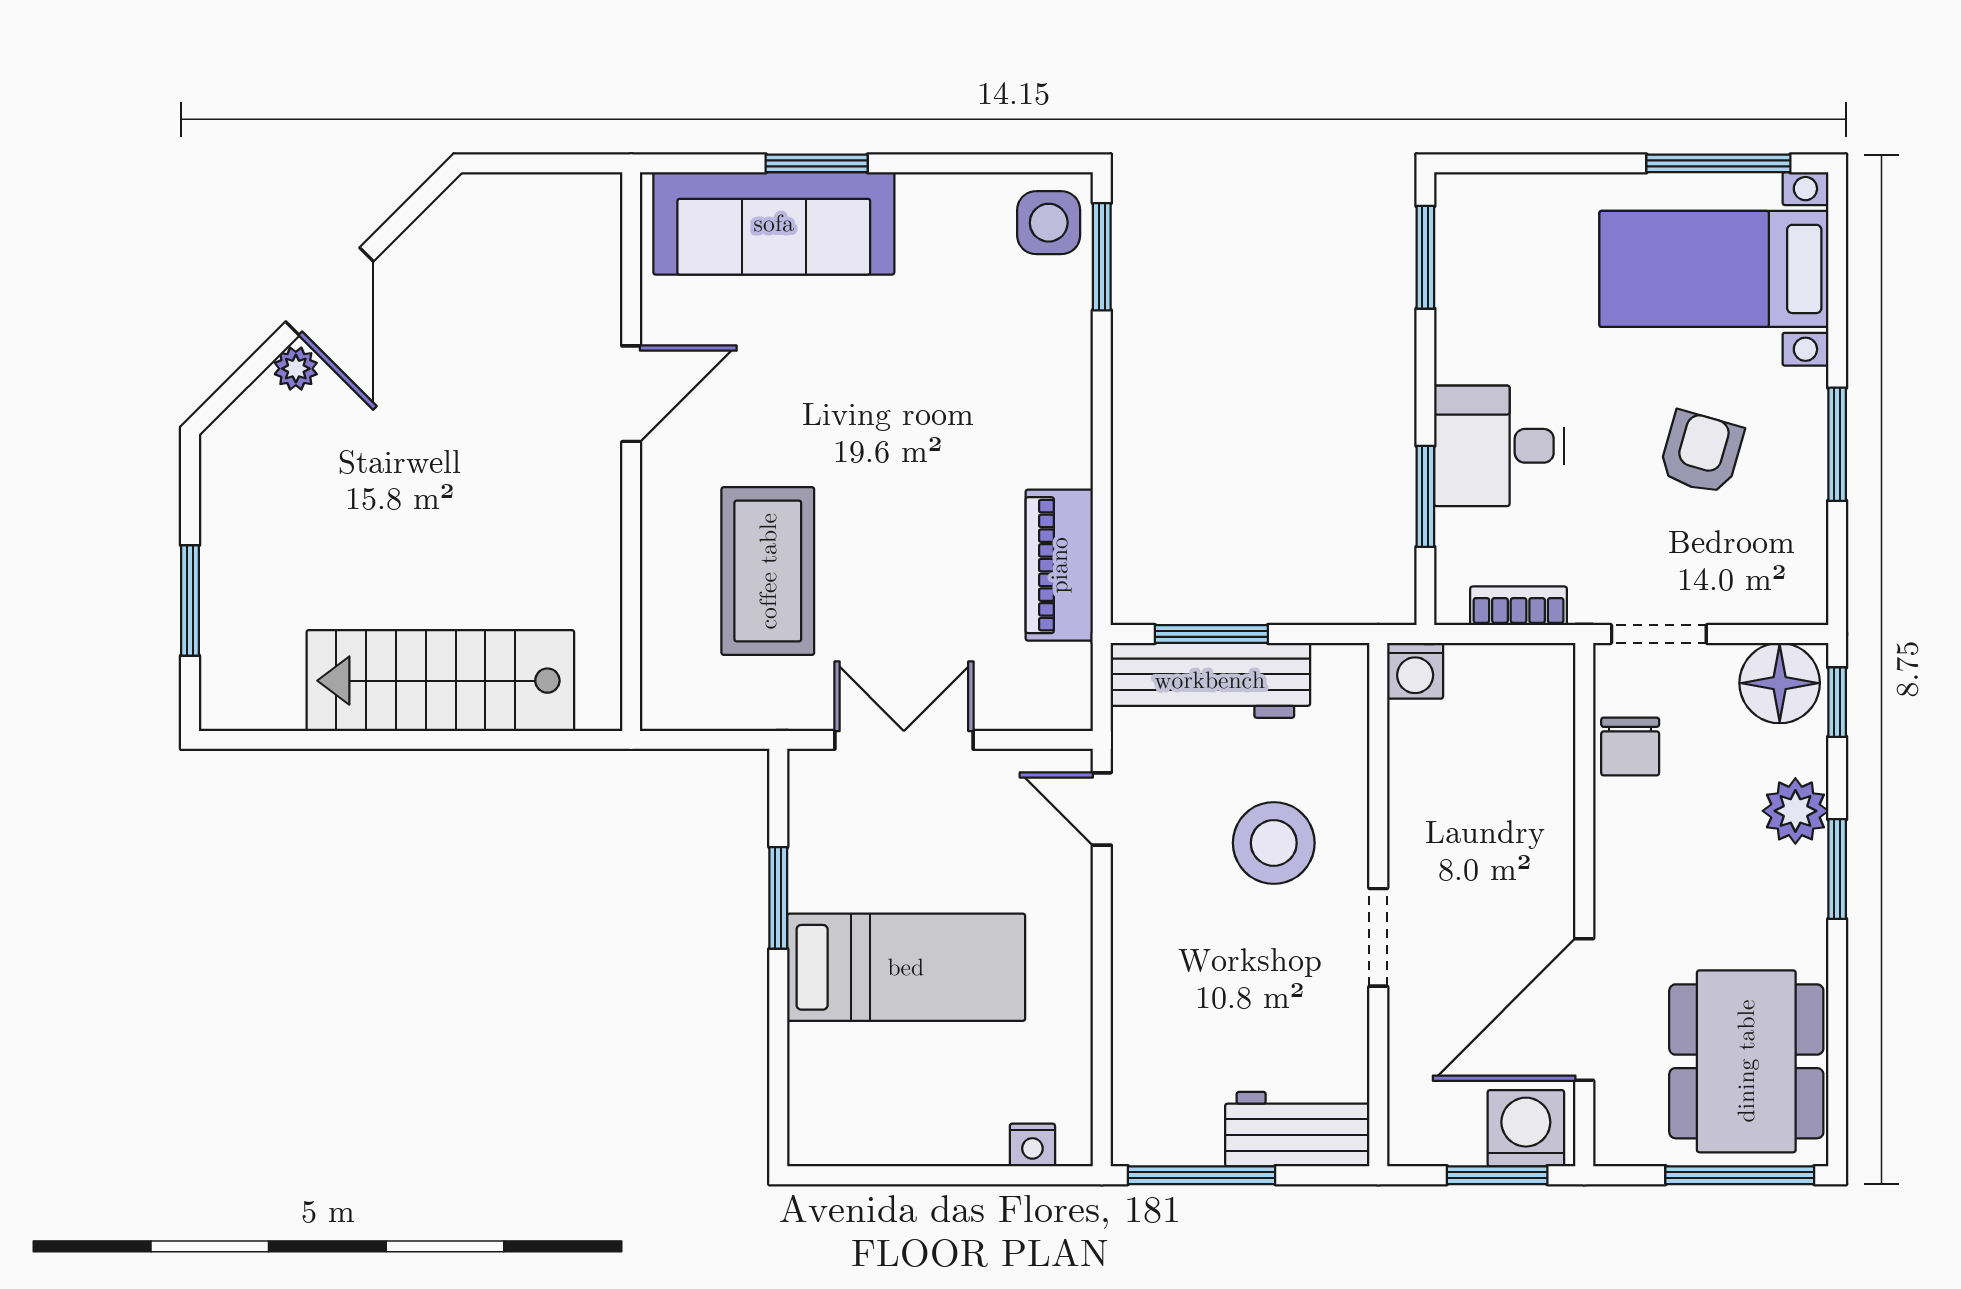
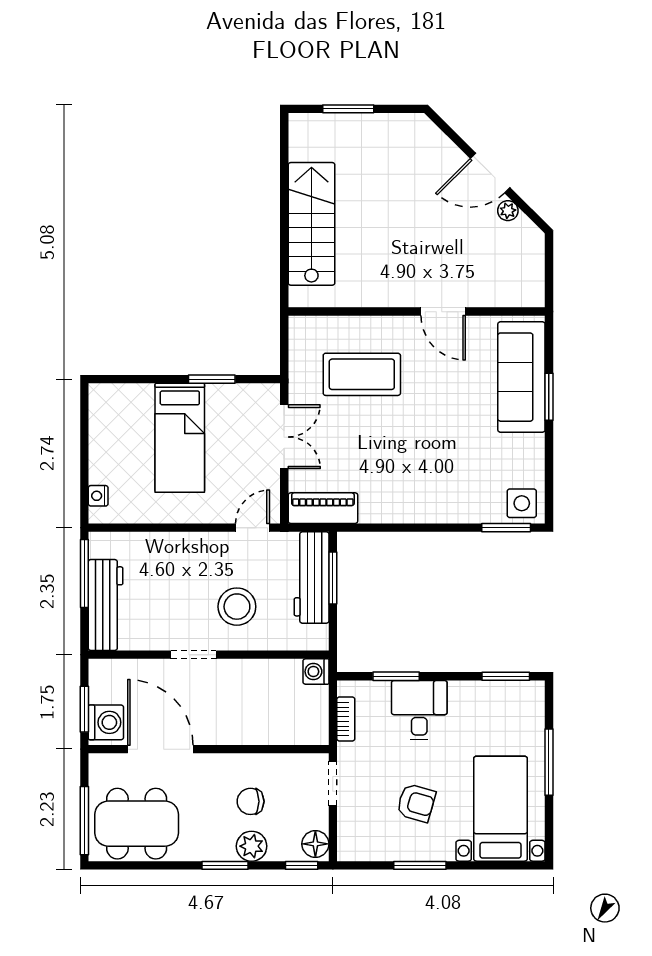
window: (1718, 163) -> (549, 762), moved
plant: (296, 369) -> (508, 211), moved
piano: (1059, 565) -> (323, 508), moved
floor lamp: (1780, 683) -> (315, 844), width x0.73, depth x0.73
chair: (1630, 746) -> (251, 801), moved
workbench: (1297, 1129) -> (106, 605), width x1.37

